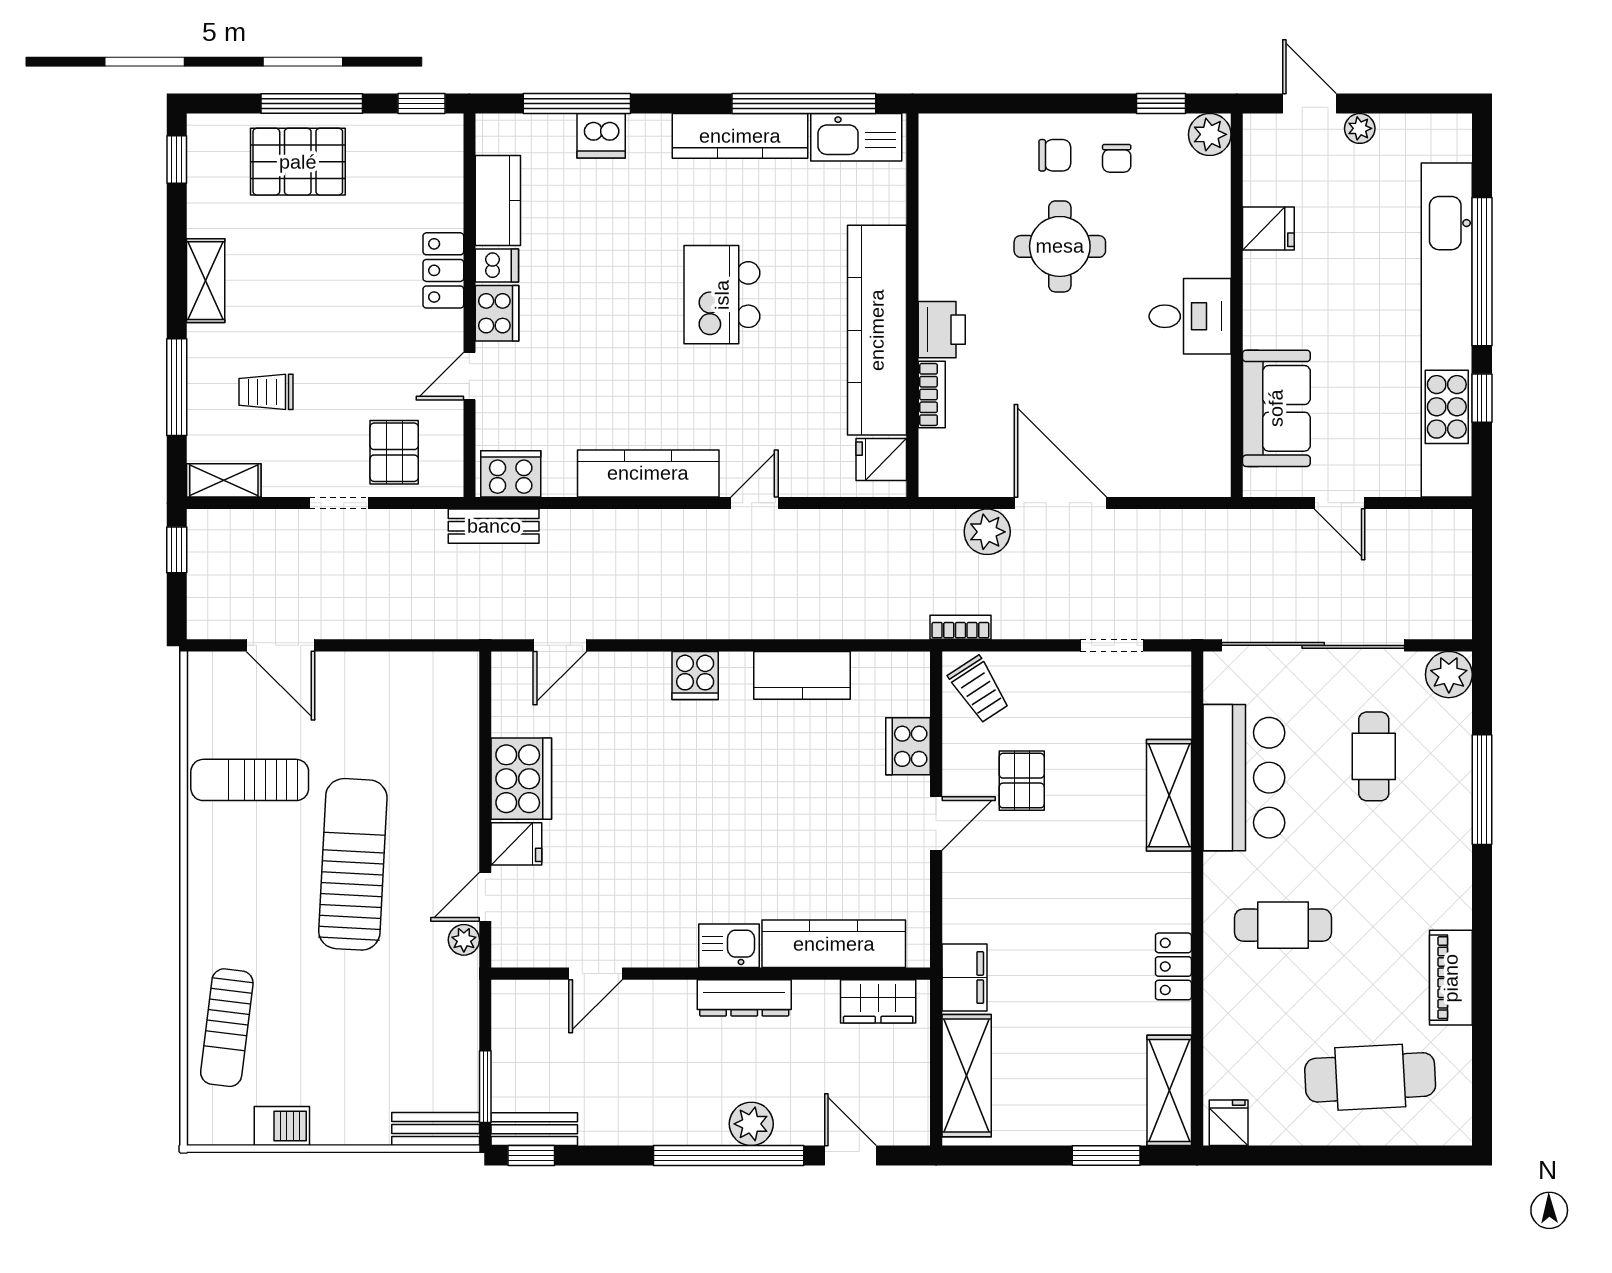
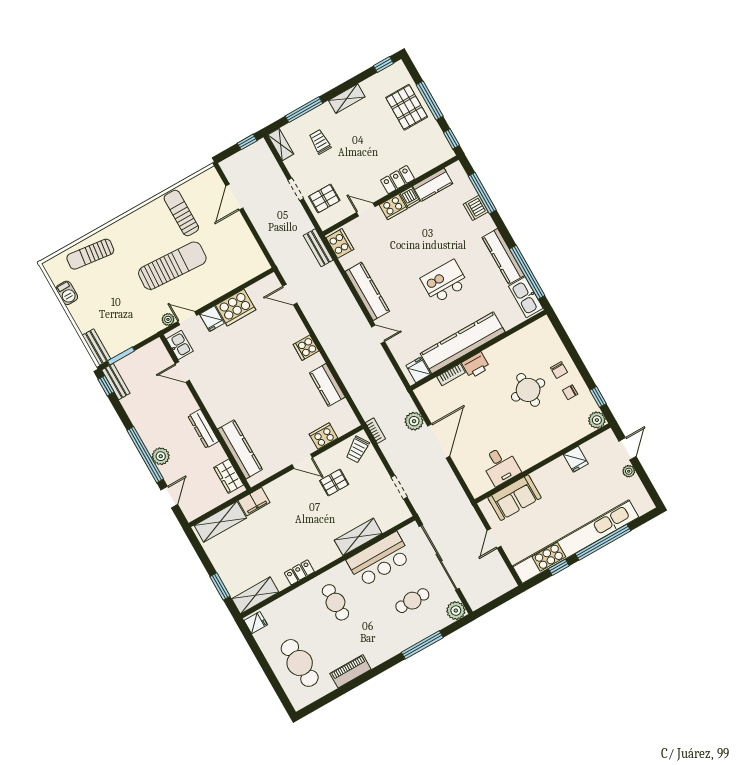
desk: (1190, 316) -> (500, 466), moved
kitchen sink: (729, 946) -> (180, 345), moved

